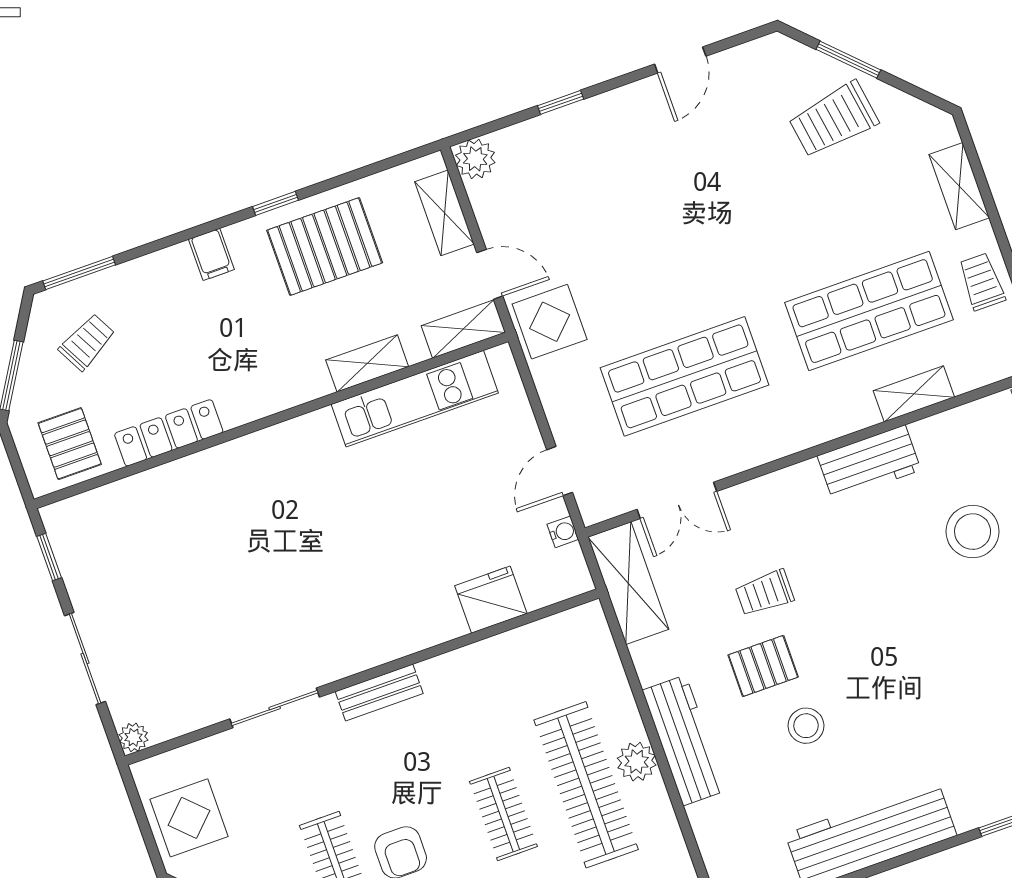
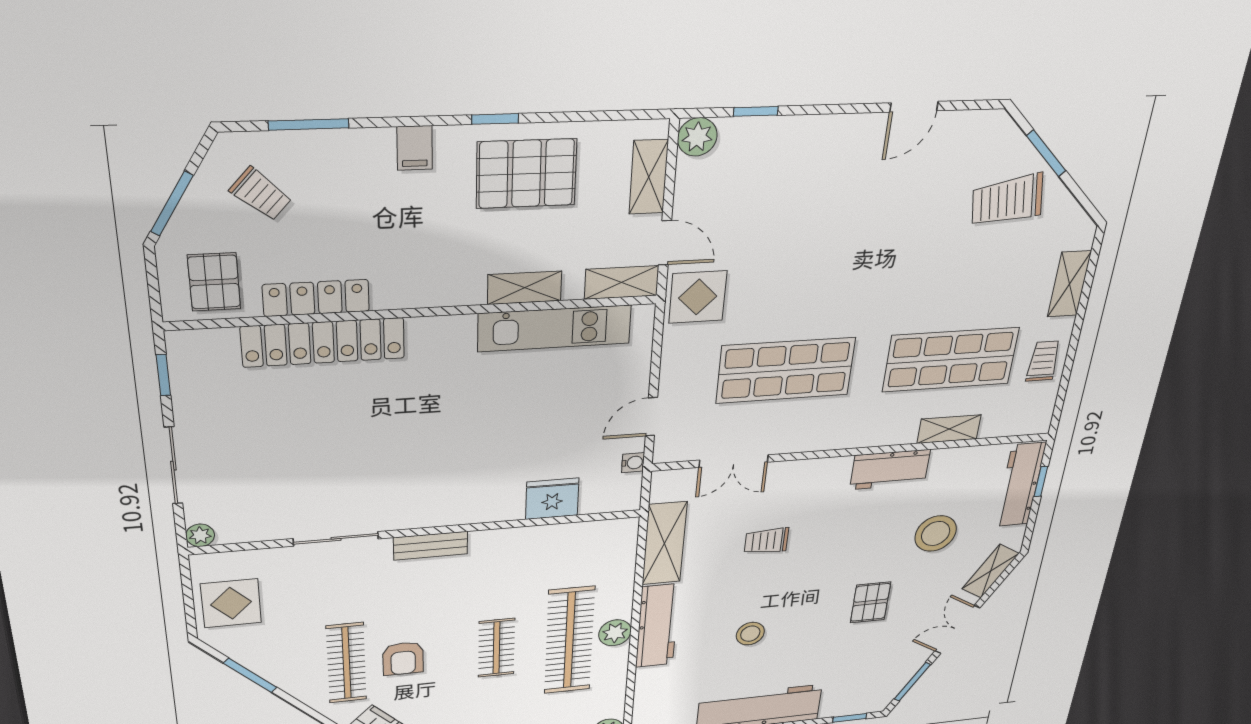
window: (561, 102) -> (756, 111), moved
window: (79, 273) -> (309, 124), moved
trolley: (87, 342) -> (261, 194), turned 70
locker: (190, 479) -> (323, 342), added
shelving: (628, 583) -> (664, 543), moved
pallet: (763, 666) -> (870, 602), moved, turned 90

